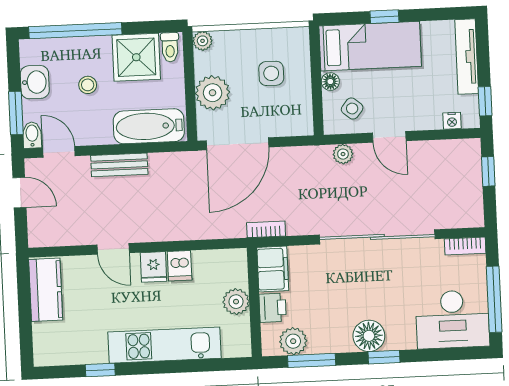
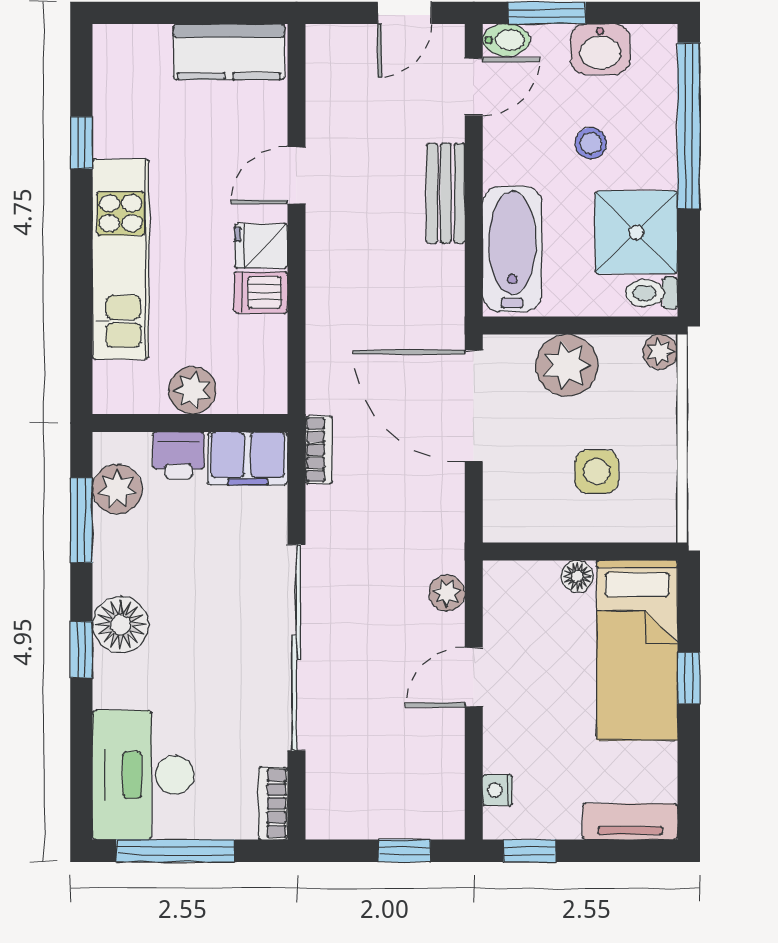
tv unit: (467, 57) -> (630, 822), width x0.71
side table: (352, 109) -> (527, 613), removed

